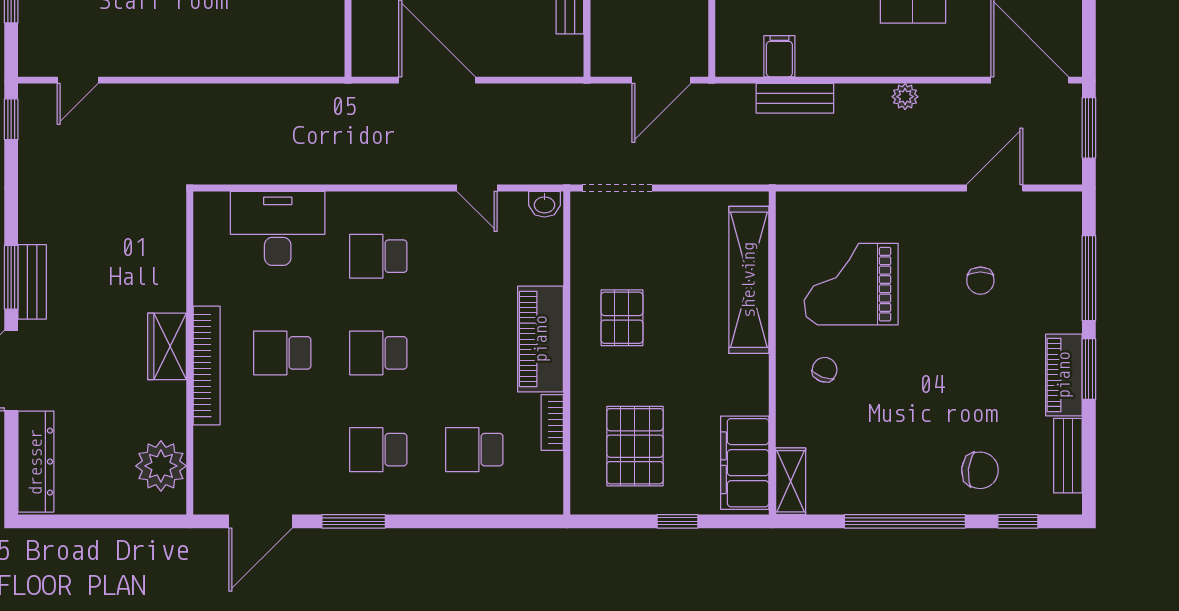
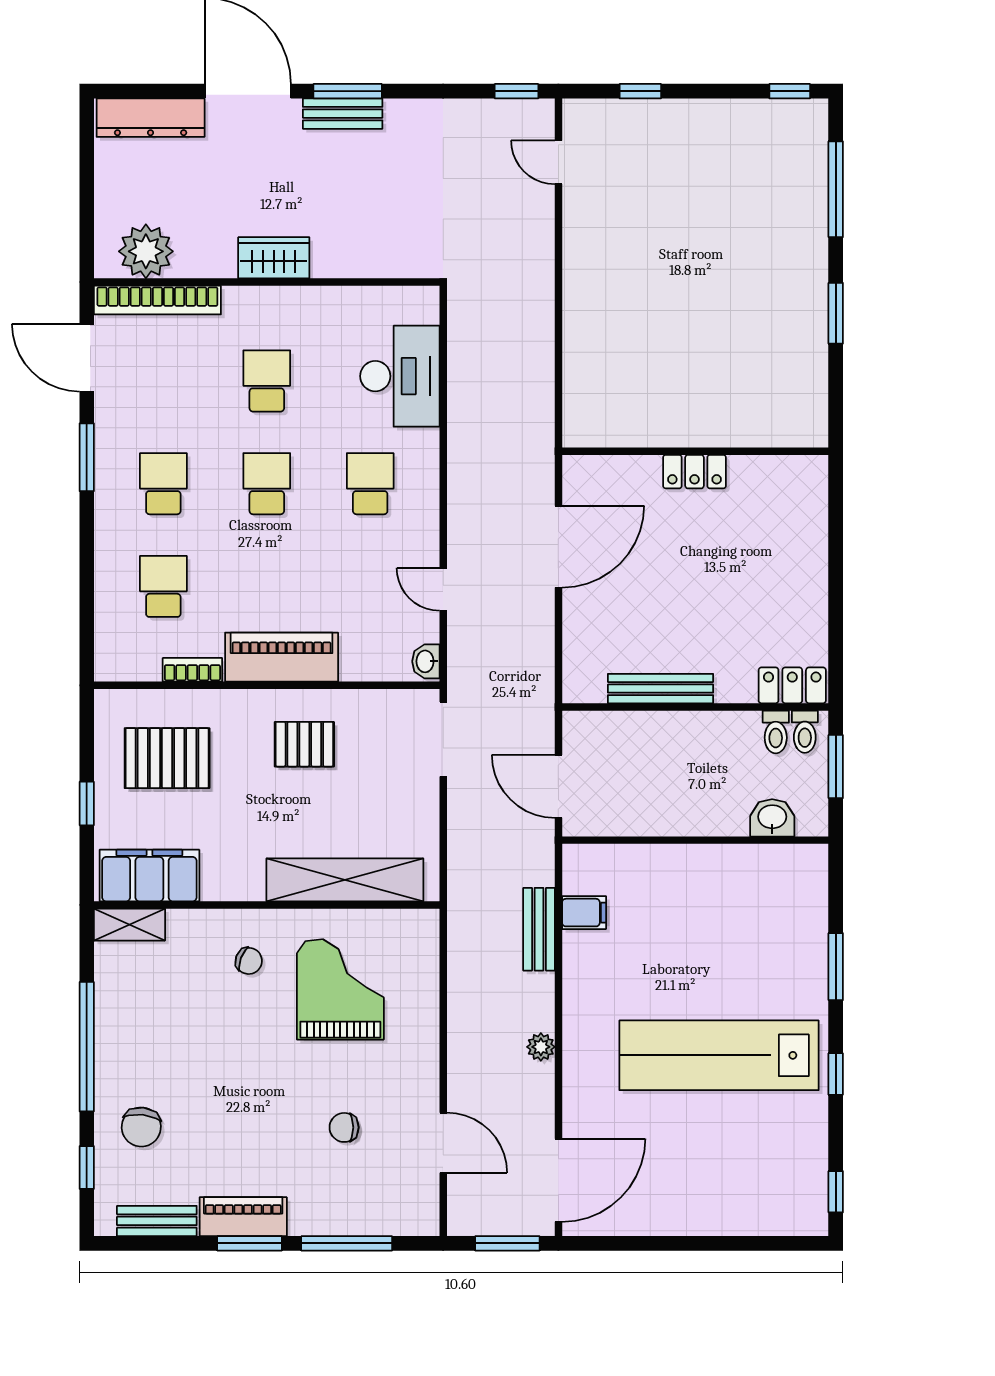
door: (477, 188) -> (443, 589), hinge flipped
bookcase: (207, 366) -> (157, 300), moved

